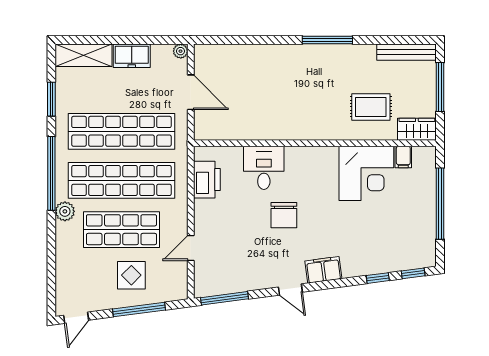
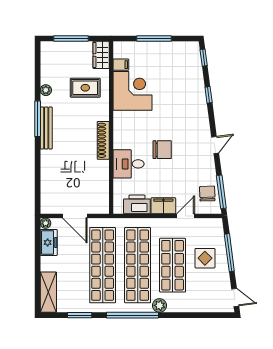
plant: (368, 52) -> (46, 90), added
bench: (407, 52) -> (46, 128), moved
freezer: (132, 56) -> (49, 242), moved
door: (191, 92) -> (75, 216), swing flipped
rug: (371, 107) -> (85, 88), turned 90
shoe rack: (297, 132) -> (103, 140), added
window: (440, 204) -> (154, 39), width x0.68
door: (191, 248) -> (186, 216), swing flipped
filing cabinet: (323, 270) -> (163, 206), moved, turned 98
chair: (222, 278) -> (207, 194), added
window: (378, 278) -> (209, 95), moved

